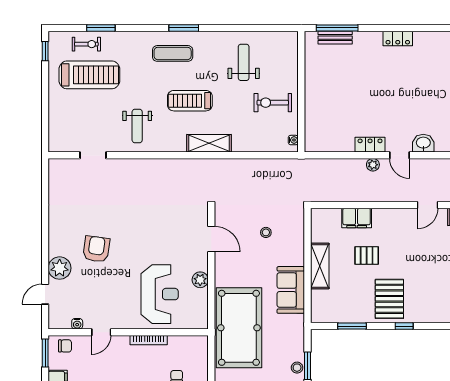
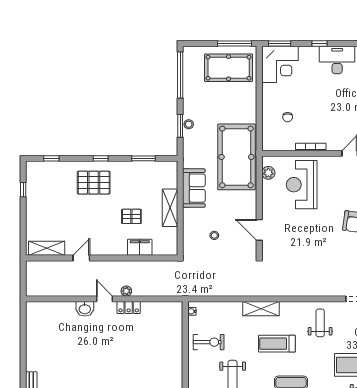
treadmill: (190, 101) -> (277, 344), turned 180
plant: (200, 280) -> (268, 173), moved
pallet: (389, 299) -> (94, 183), moved, turned 90

